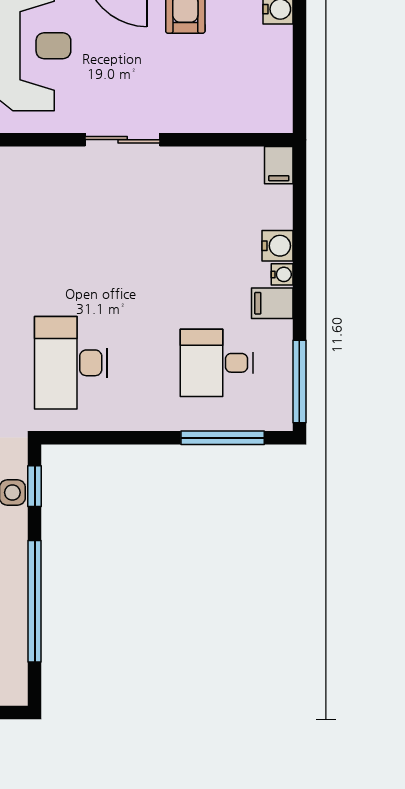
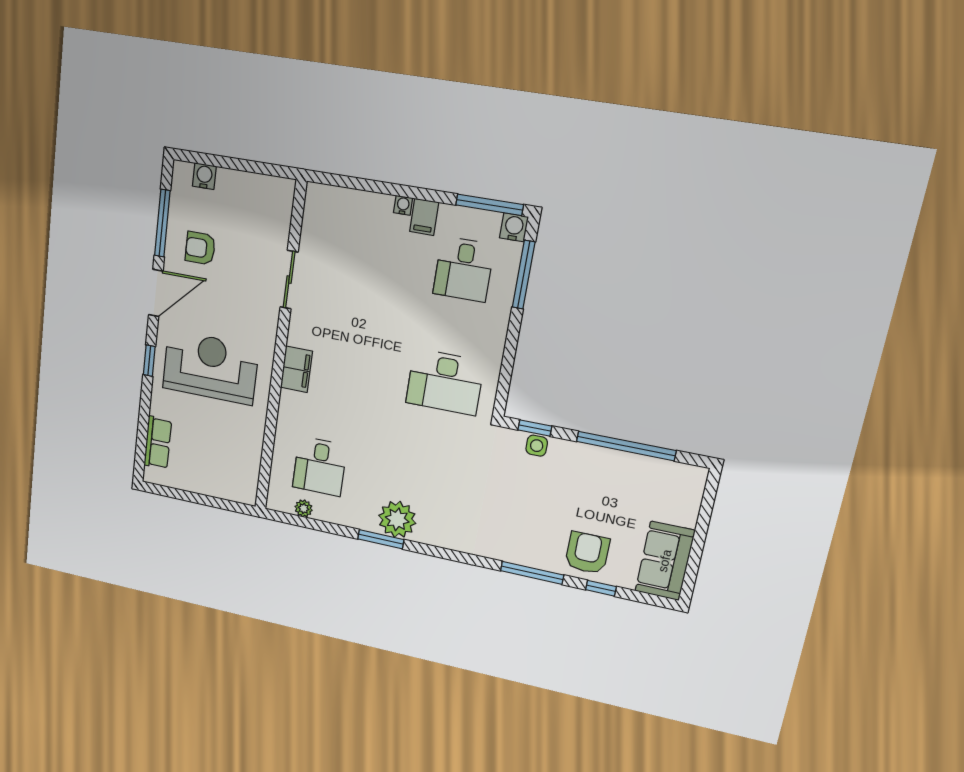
sliding door: (123, 140) -> (289, 280), moved
filing cabinet: (279, 165) -> (296, 369), moved, width x2.00
water cooler: (277, 246) -> (514, 227), moved

